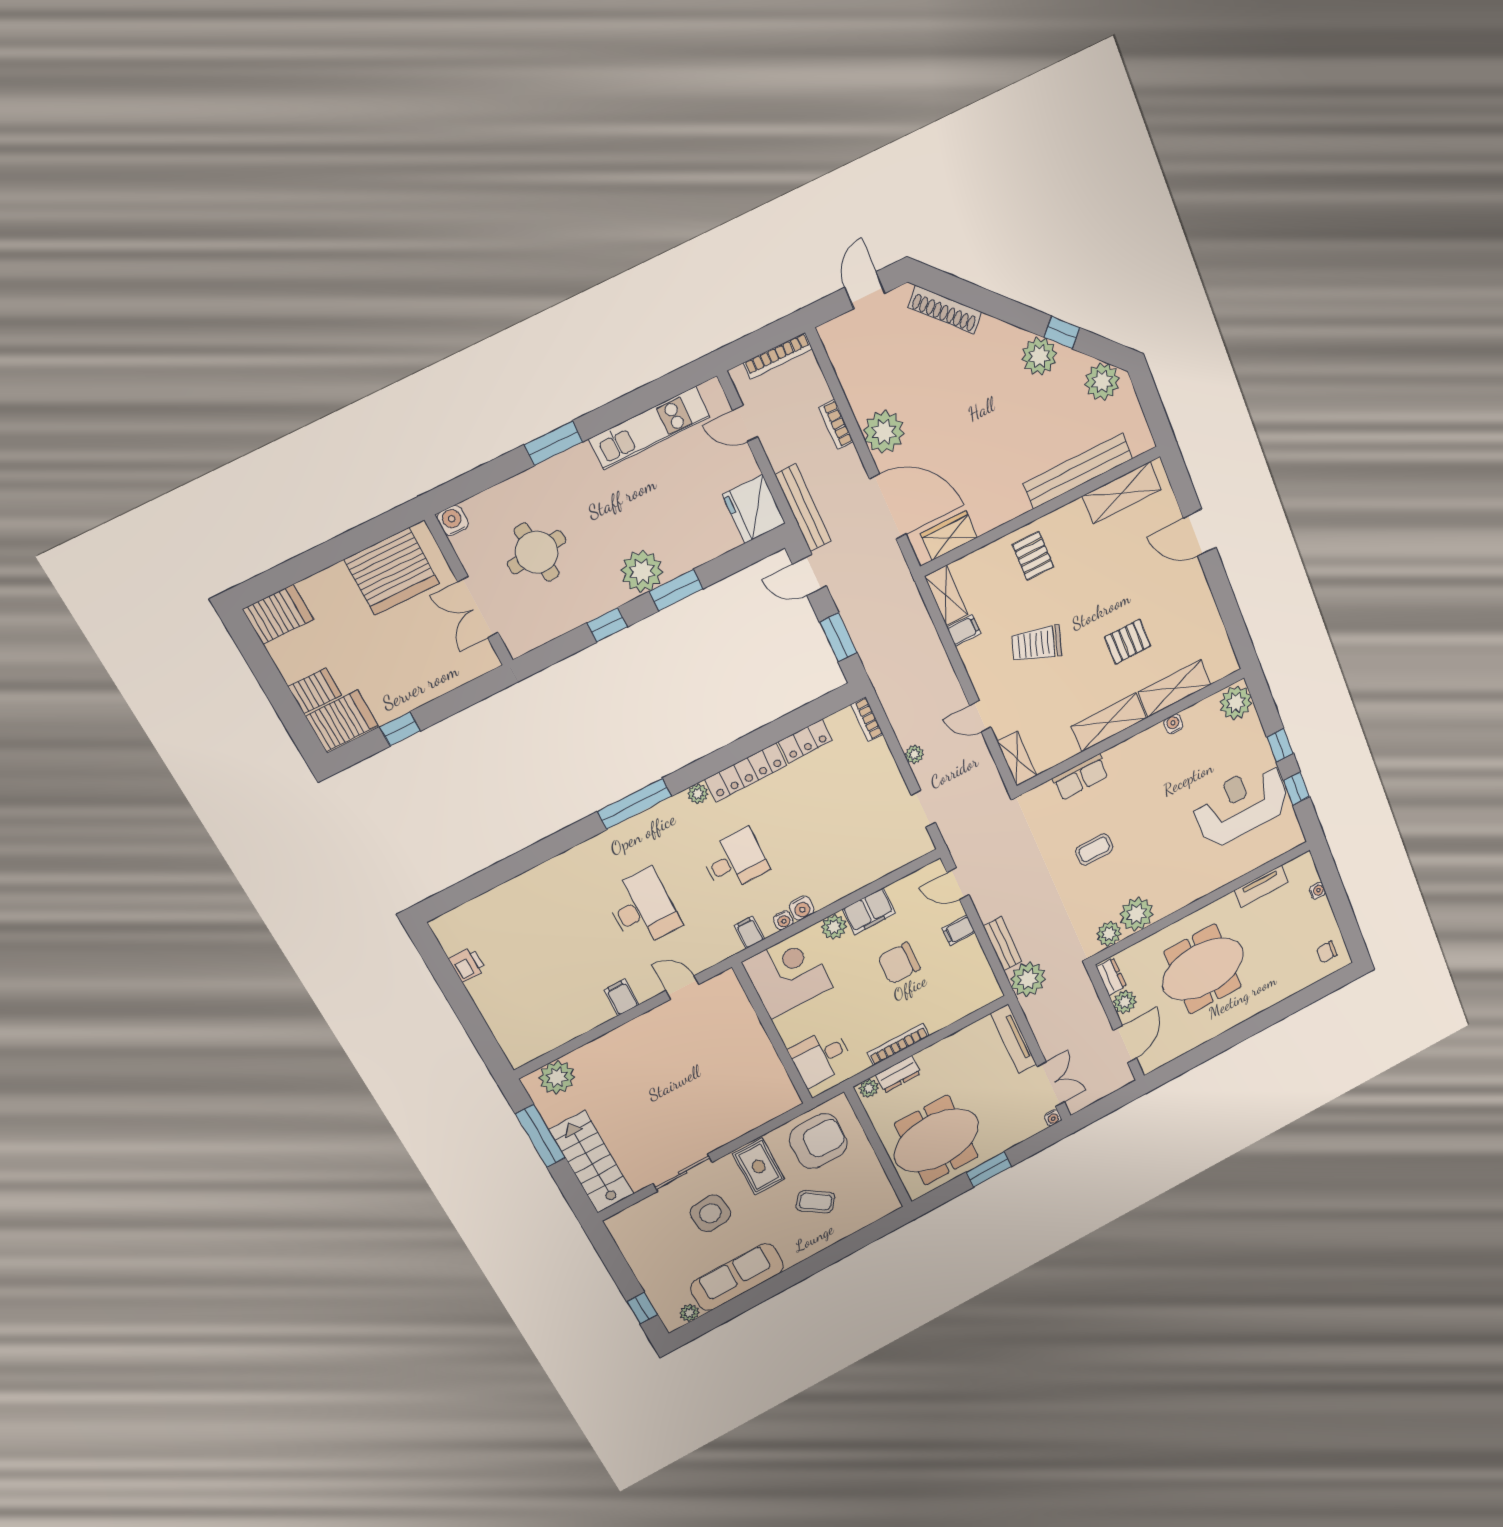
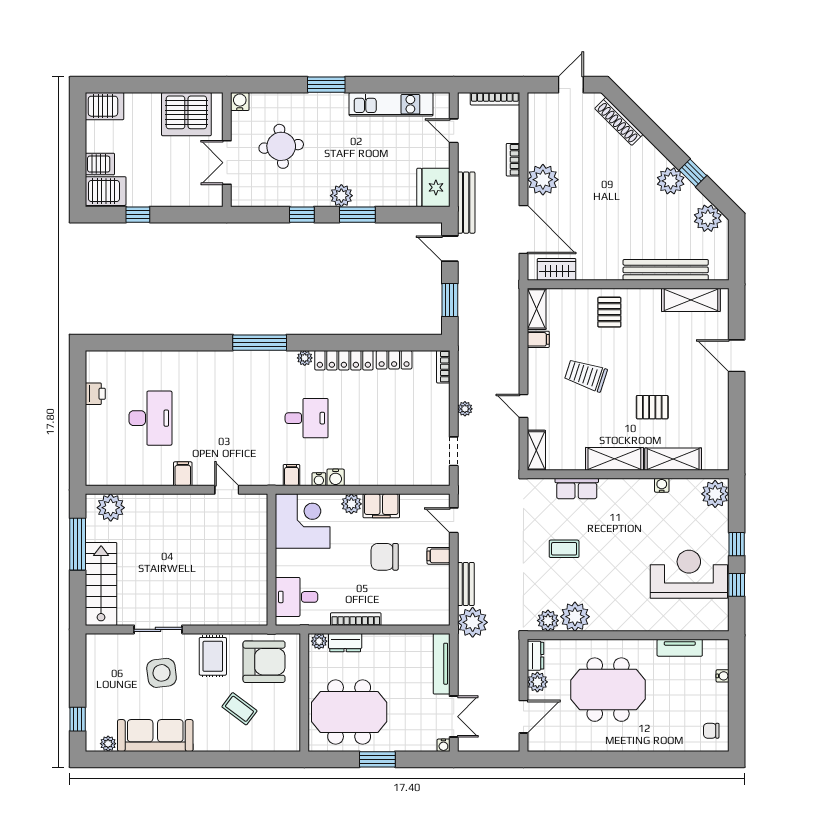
plant: (642, 571) -> (341, 196), width x0.73, depth x0.73
desk: (643, 909) -> (150, 418), moved

